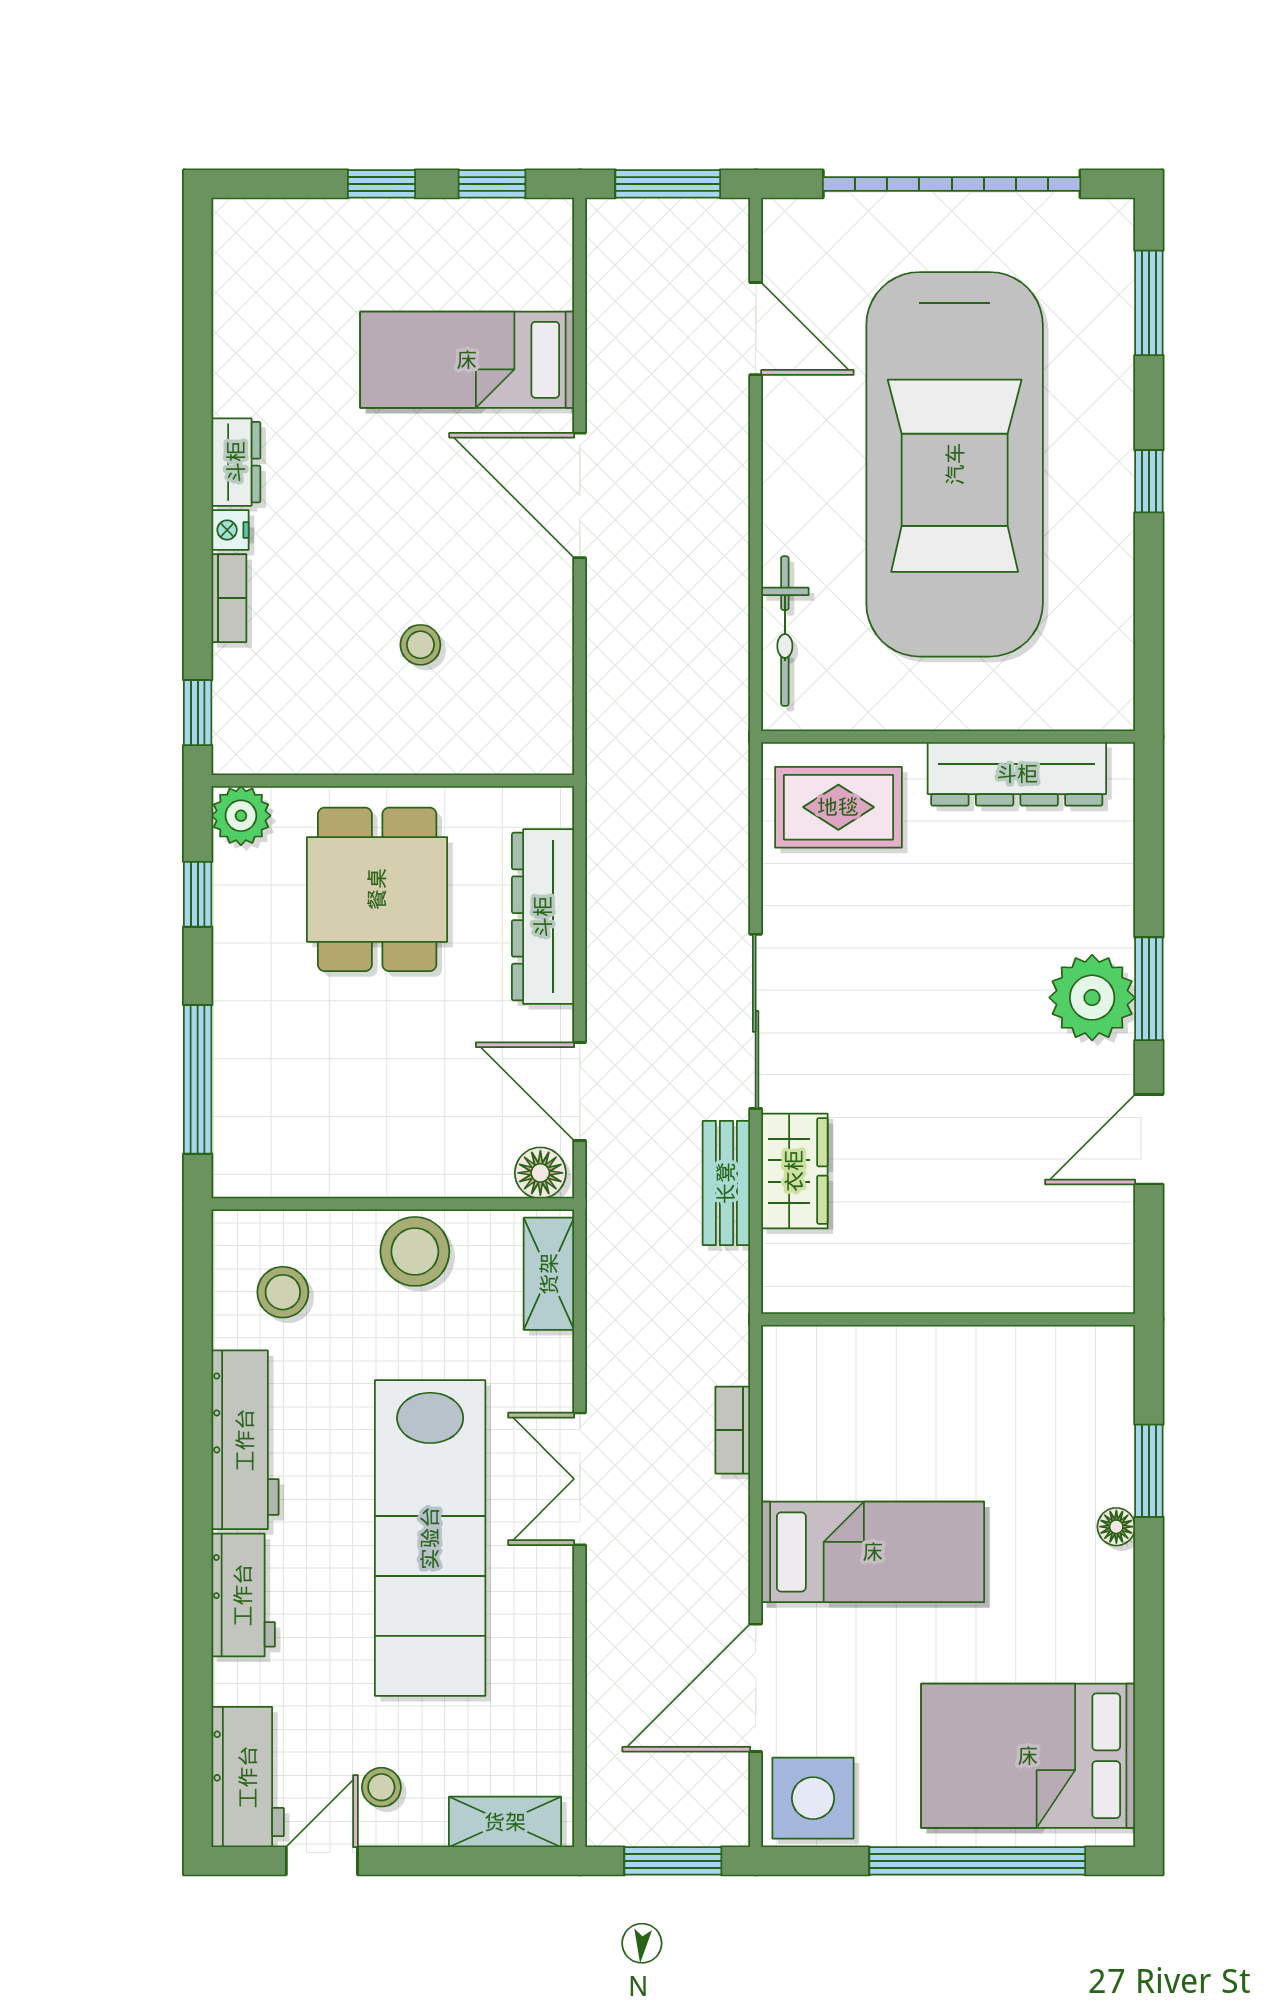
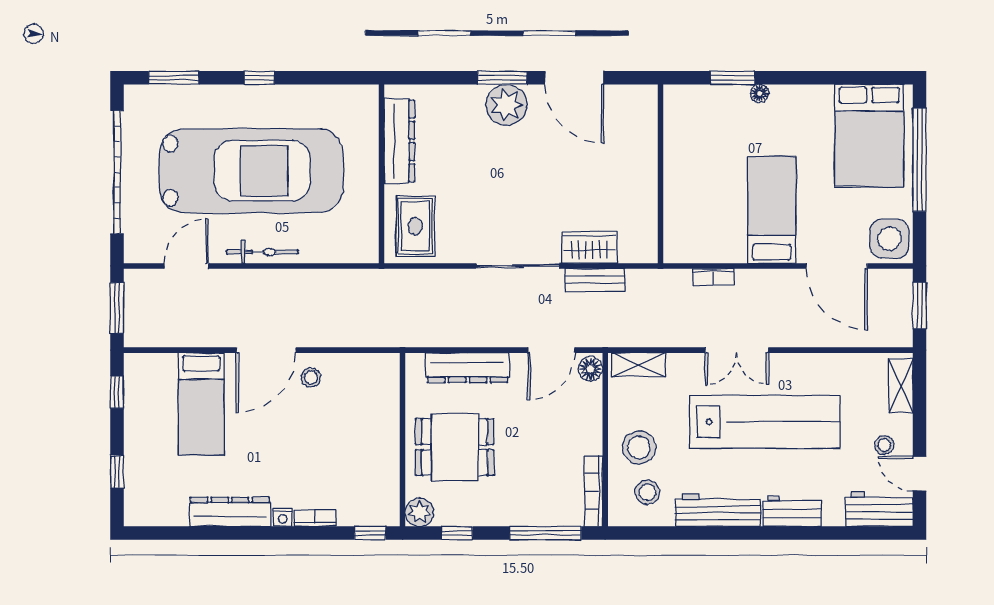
window: (382, 184) -> (117, 472), moved
dresser: (236, 462) -> (230, 512), width x1.96, depth x1.24
bicycle: (785, 631) -> (262, 252), moved
stool: (420, 645) -> (311, 377), moved
door: (1149, 1139) -> (574, 78), width x1.36
bookcase: (285, 1180) -> (594, 491), added
stool: (415, 1251) -> (639, 447), moved

